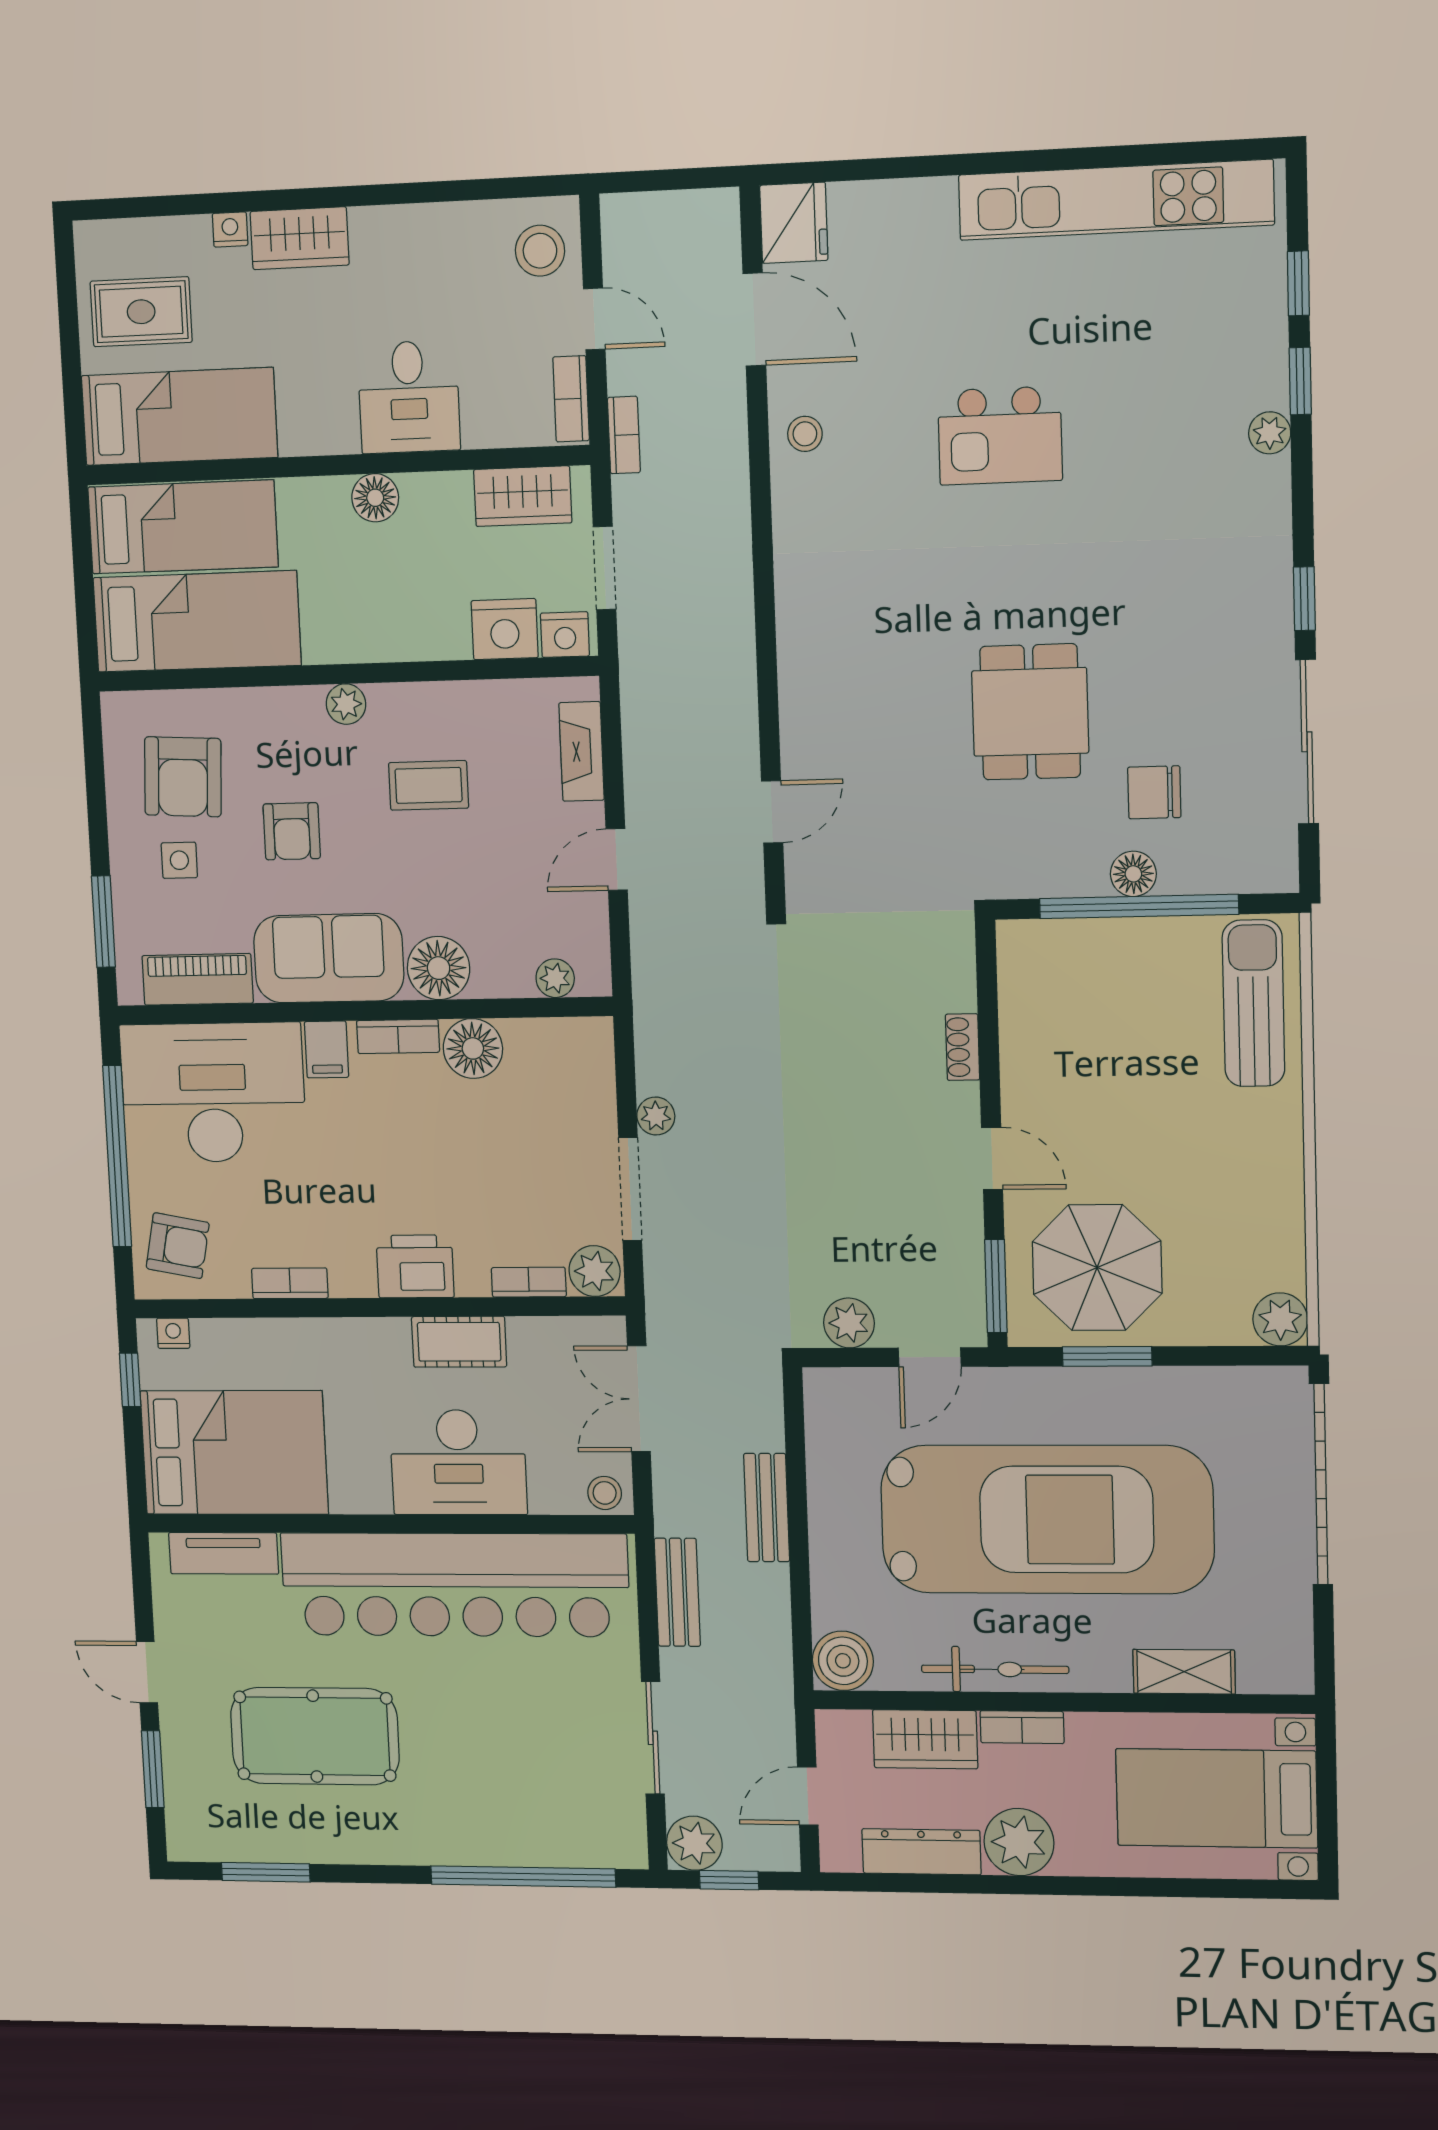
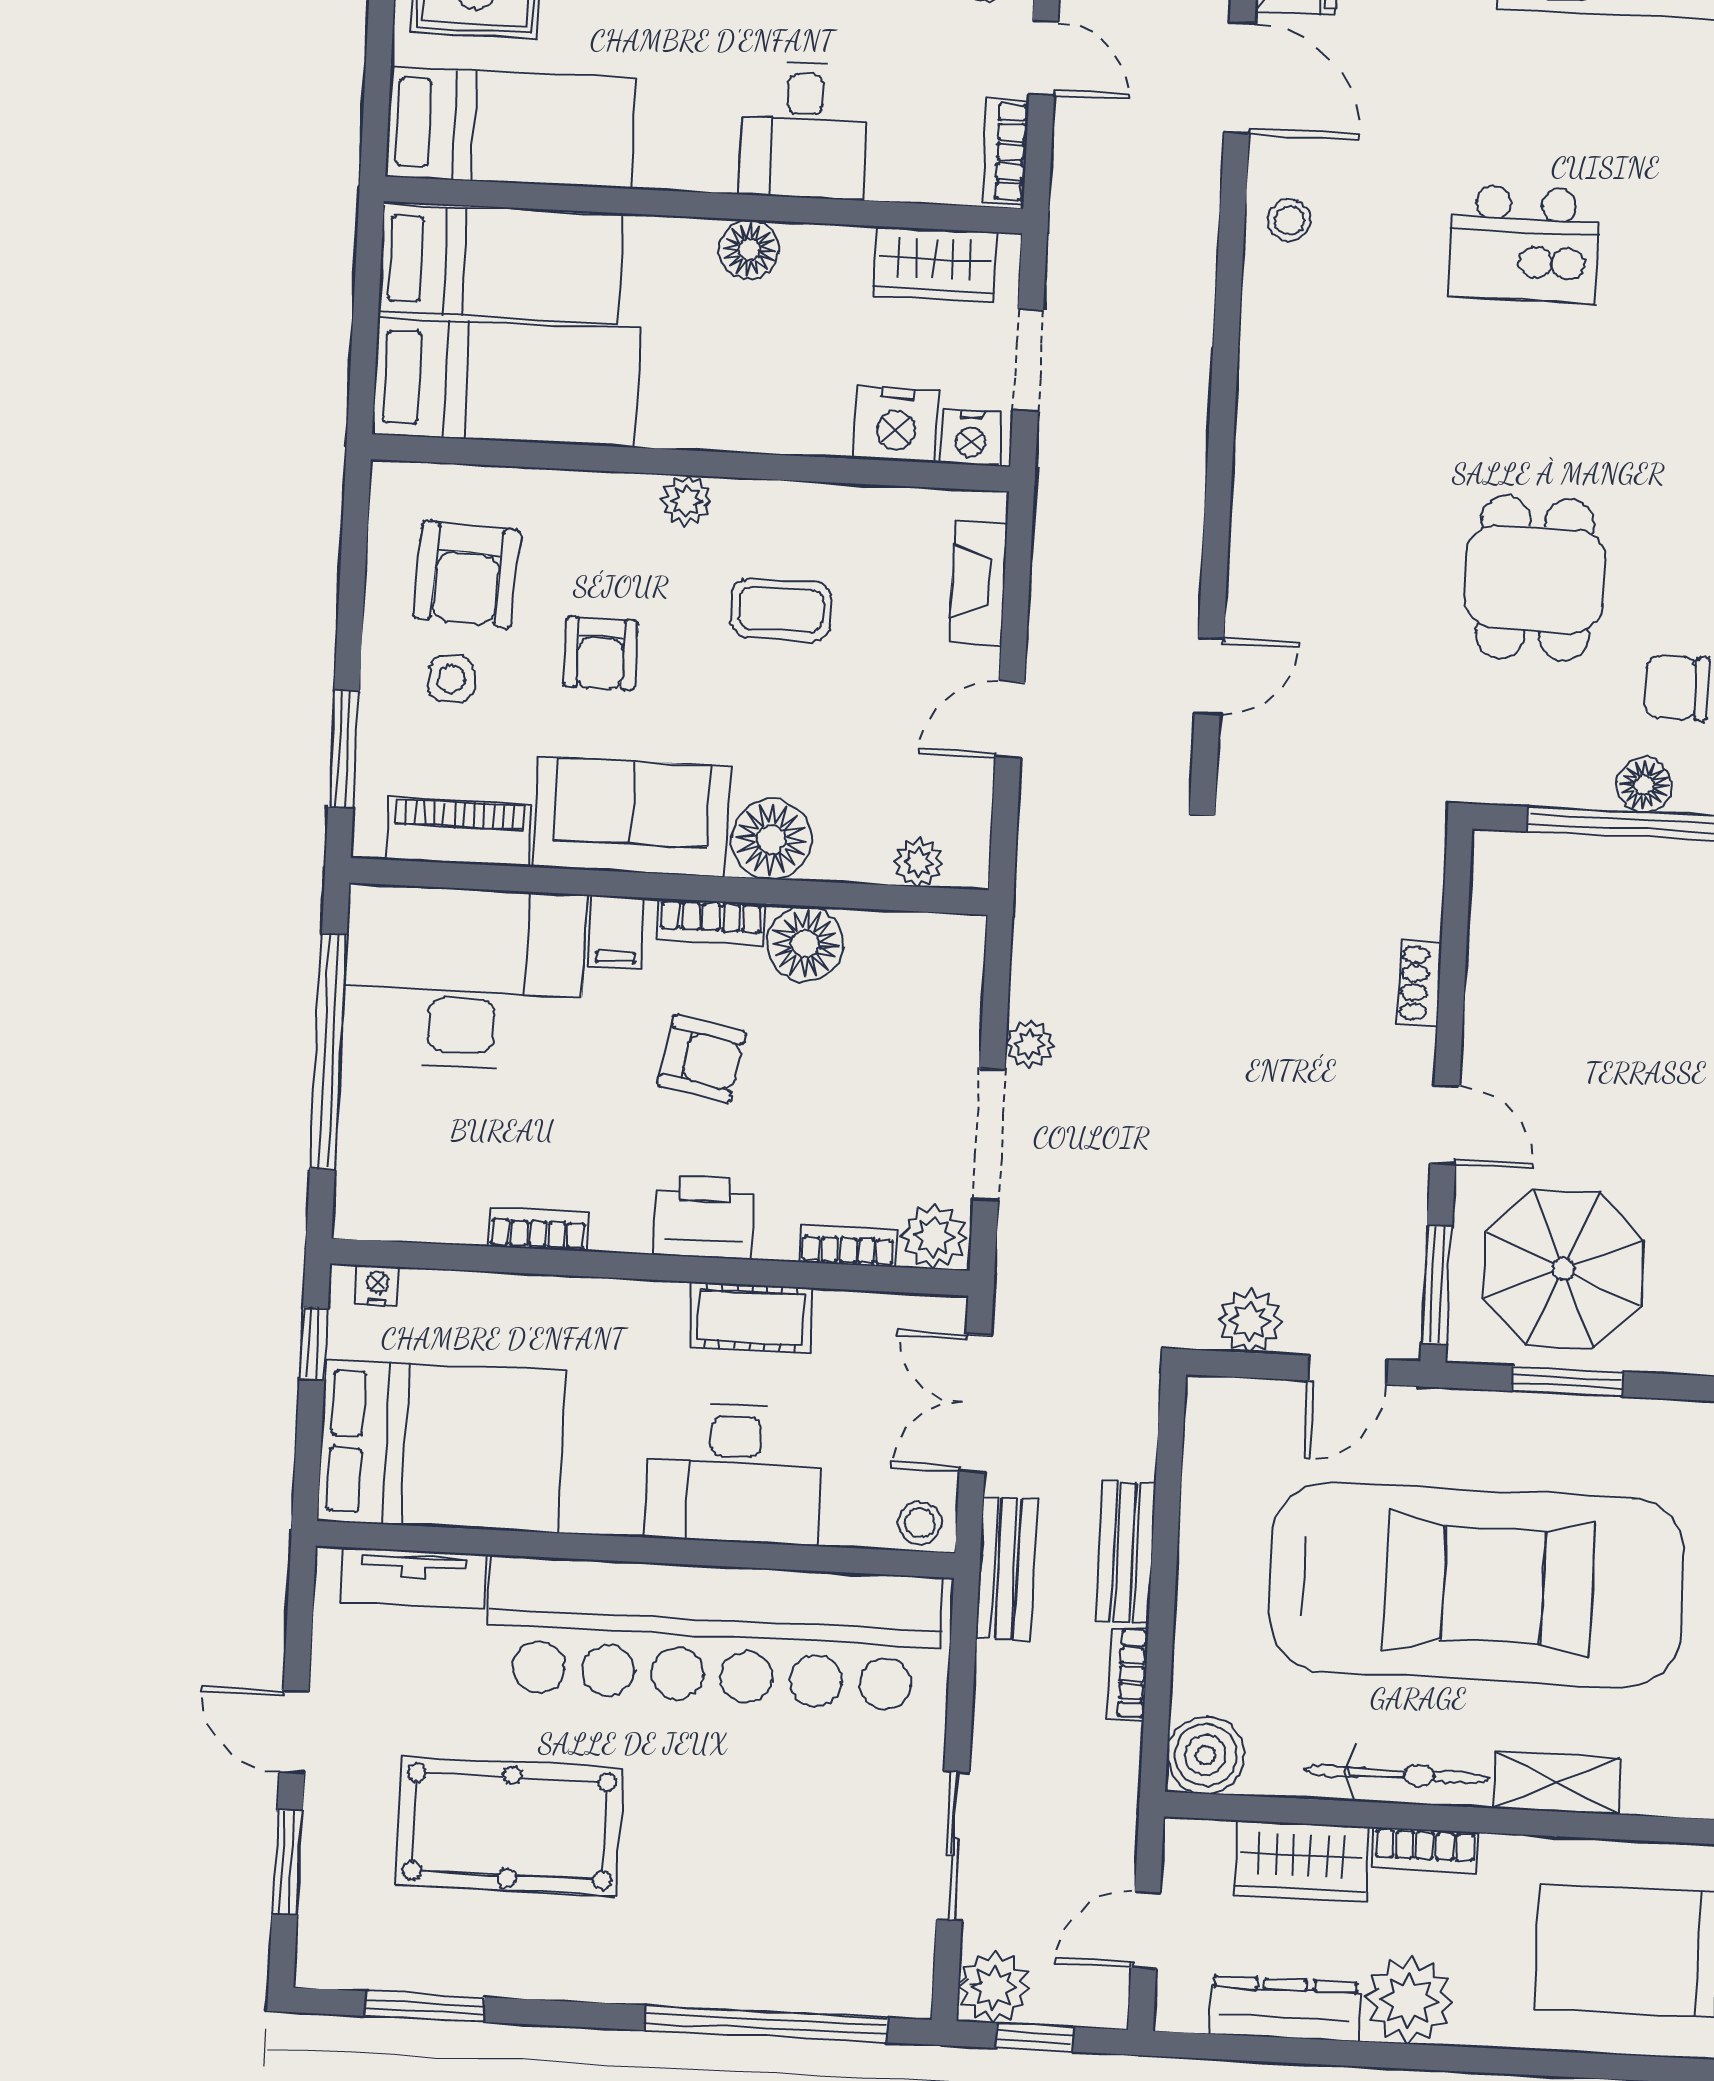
bookcase: (624, 435) -> (1128, 1674), moved, turned 180
armchair: (178, 1246) -> (702, 1059), moved
bench: (677, 1592) -> (1006, 1569), moved
shelving: (1184, 1672) -> (1557, 1783), moved

